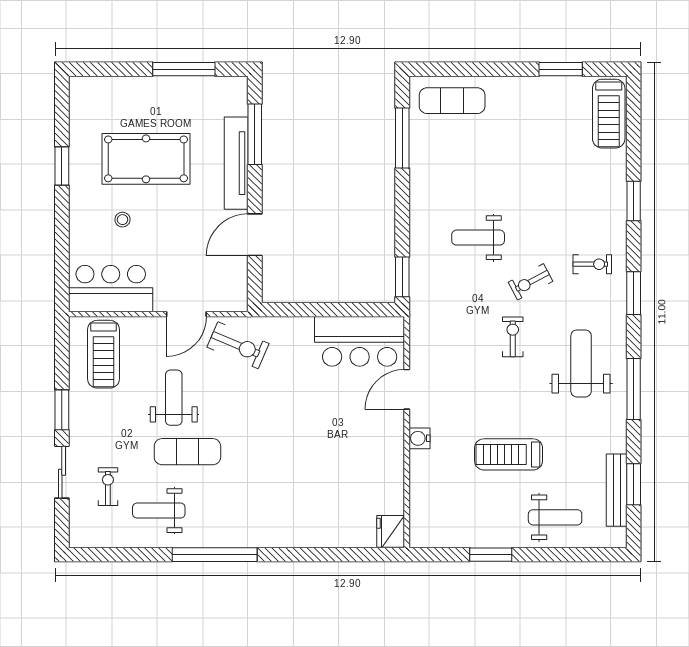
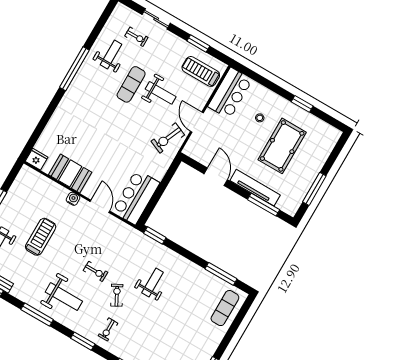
window: (62, 410) -> (198, 44), moved
booth: (383, 466) -> (70, 173), added

